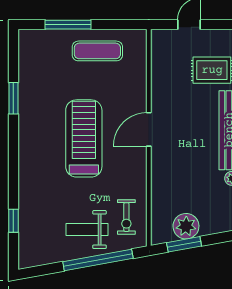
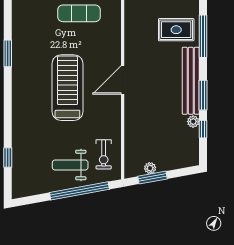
plant: (186, 226) -> (150, 168), width x0.53, depth x0.53

